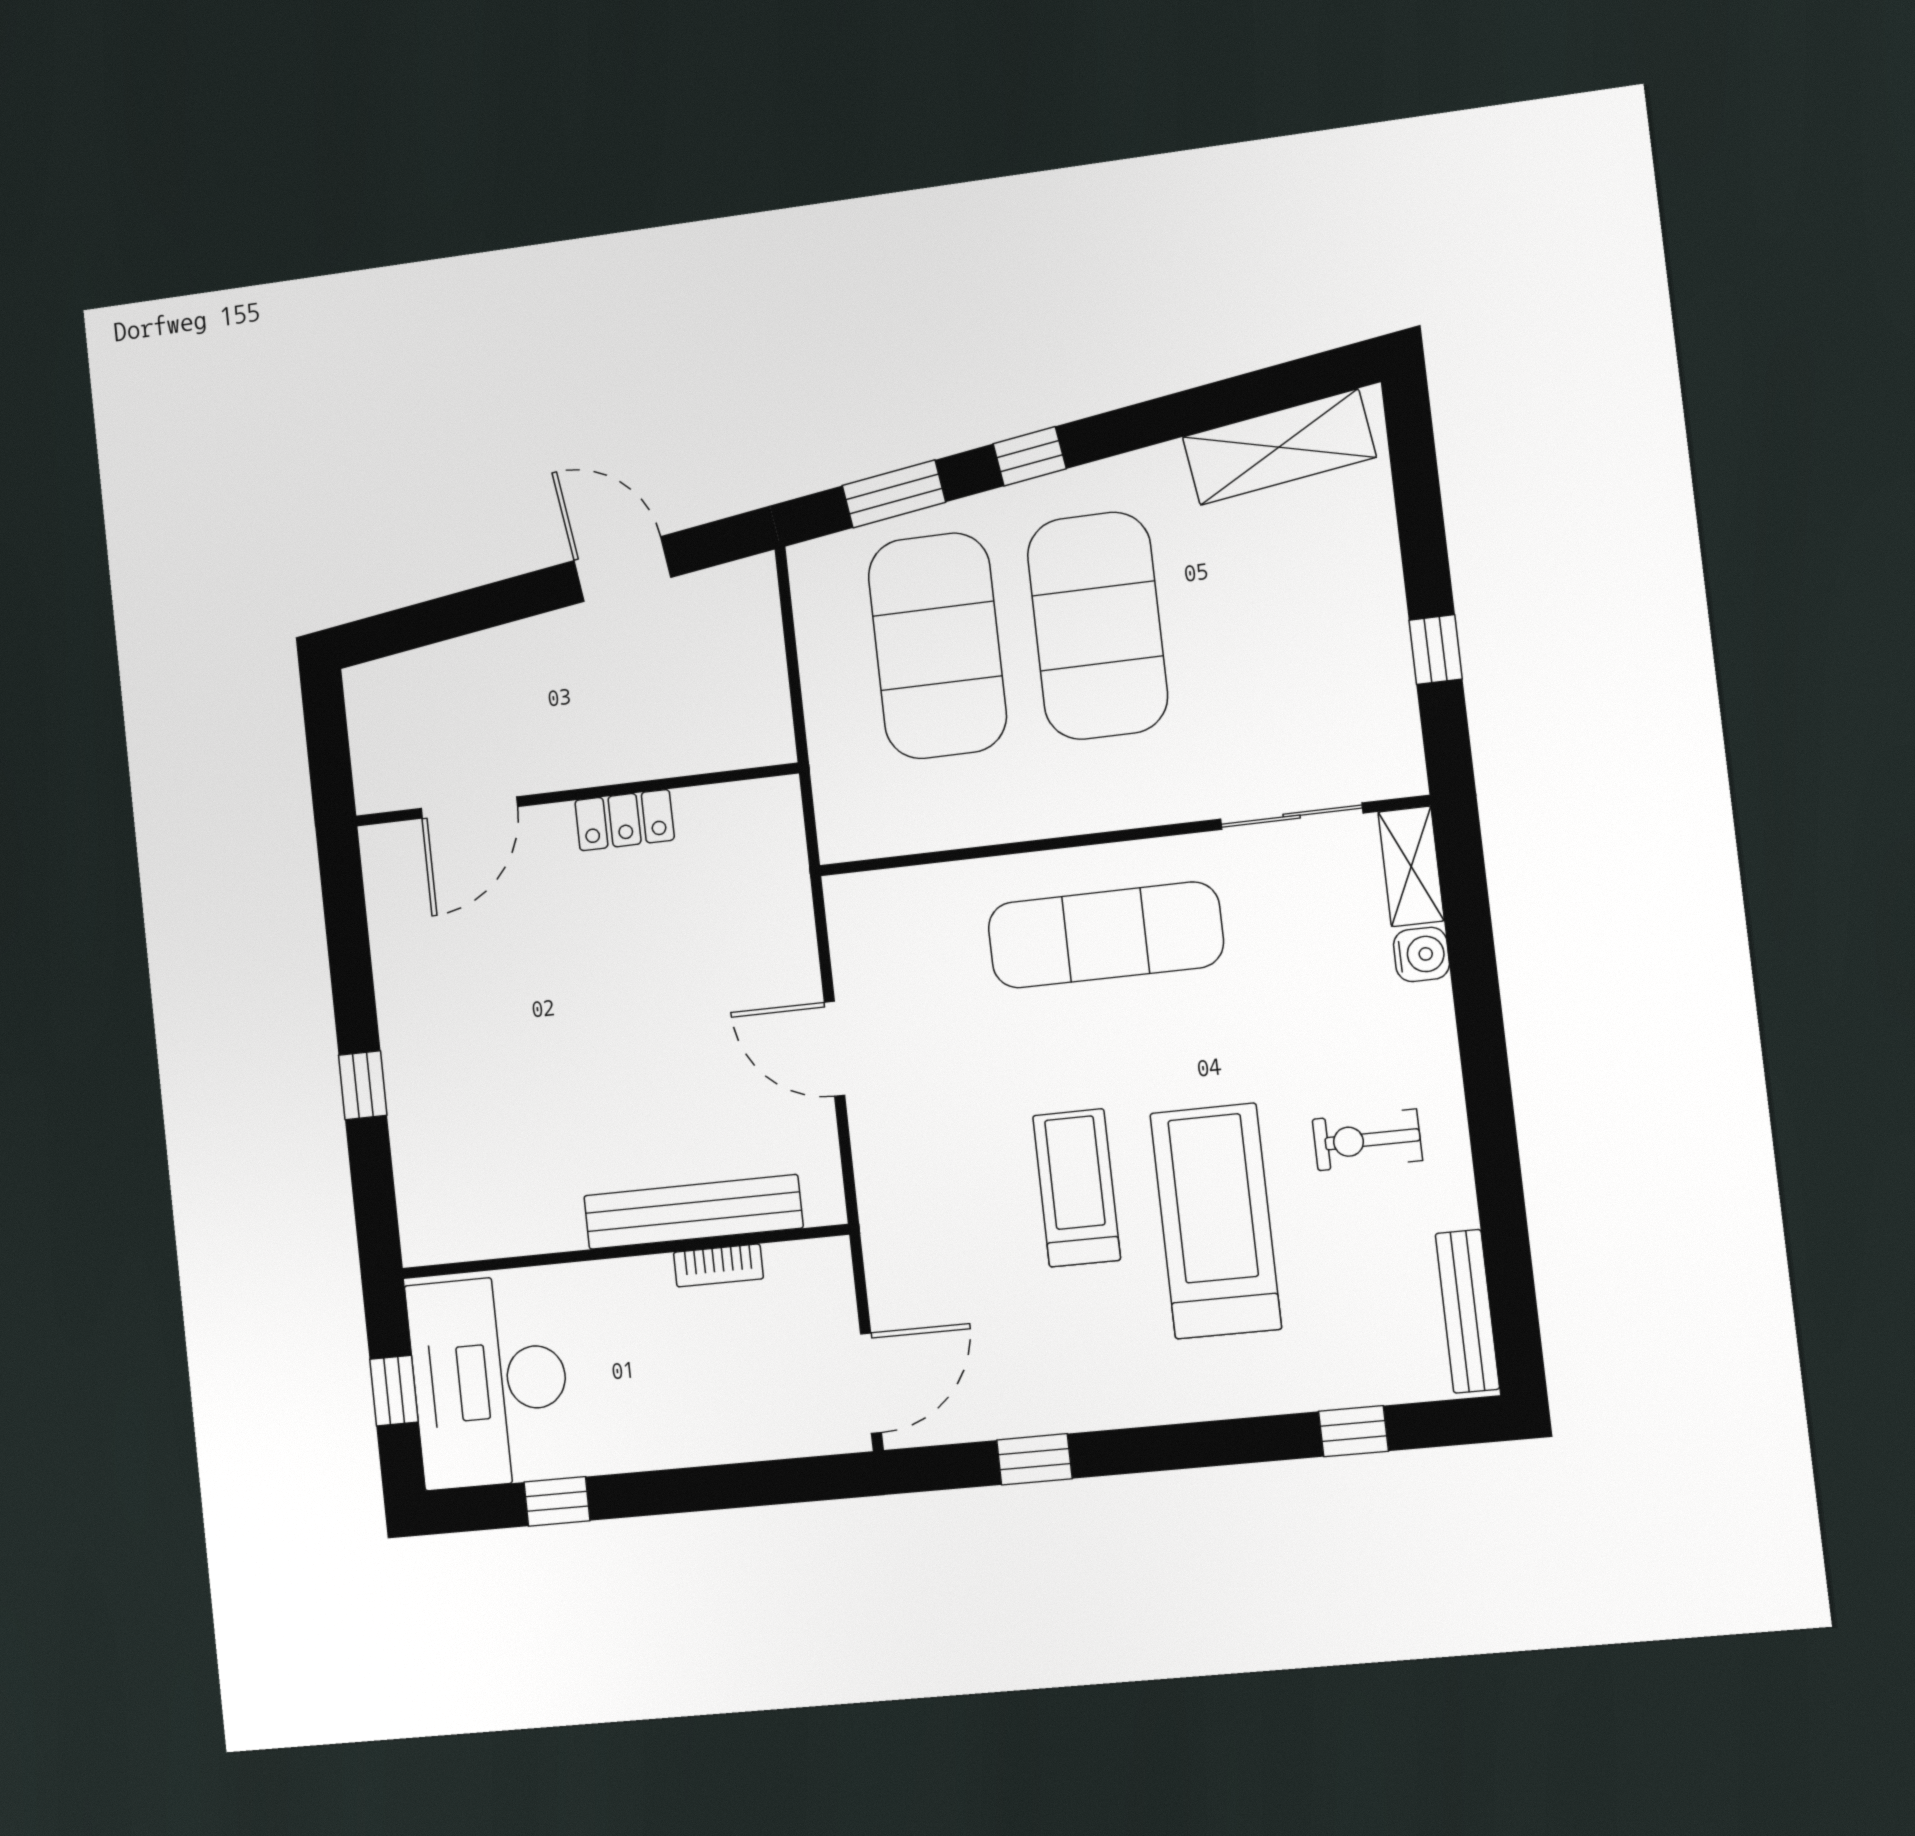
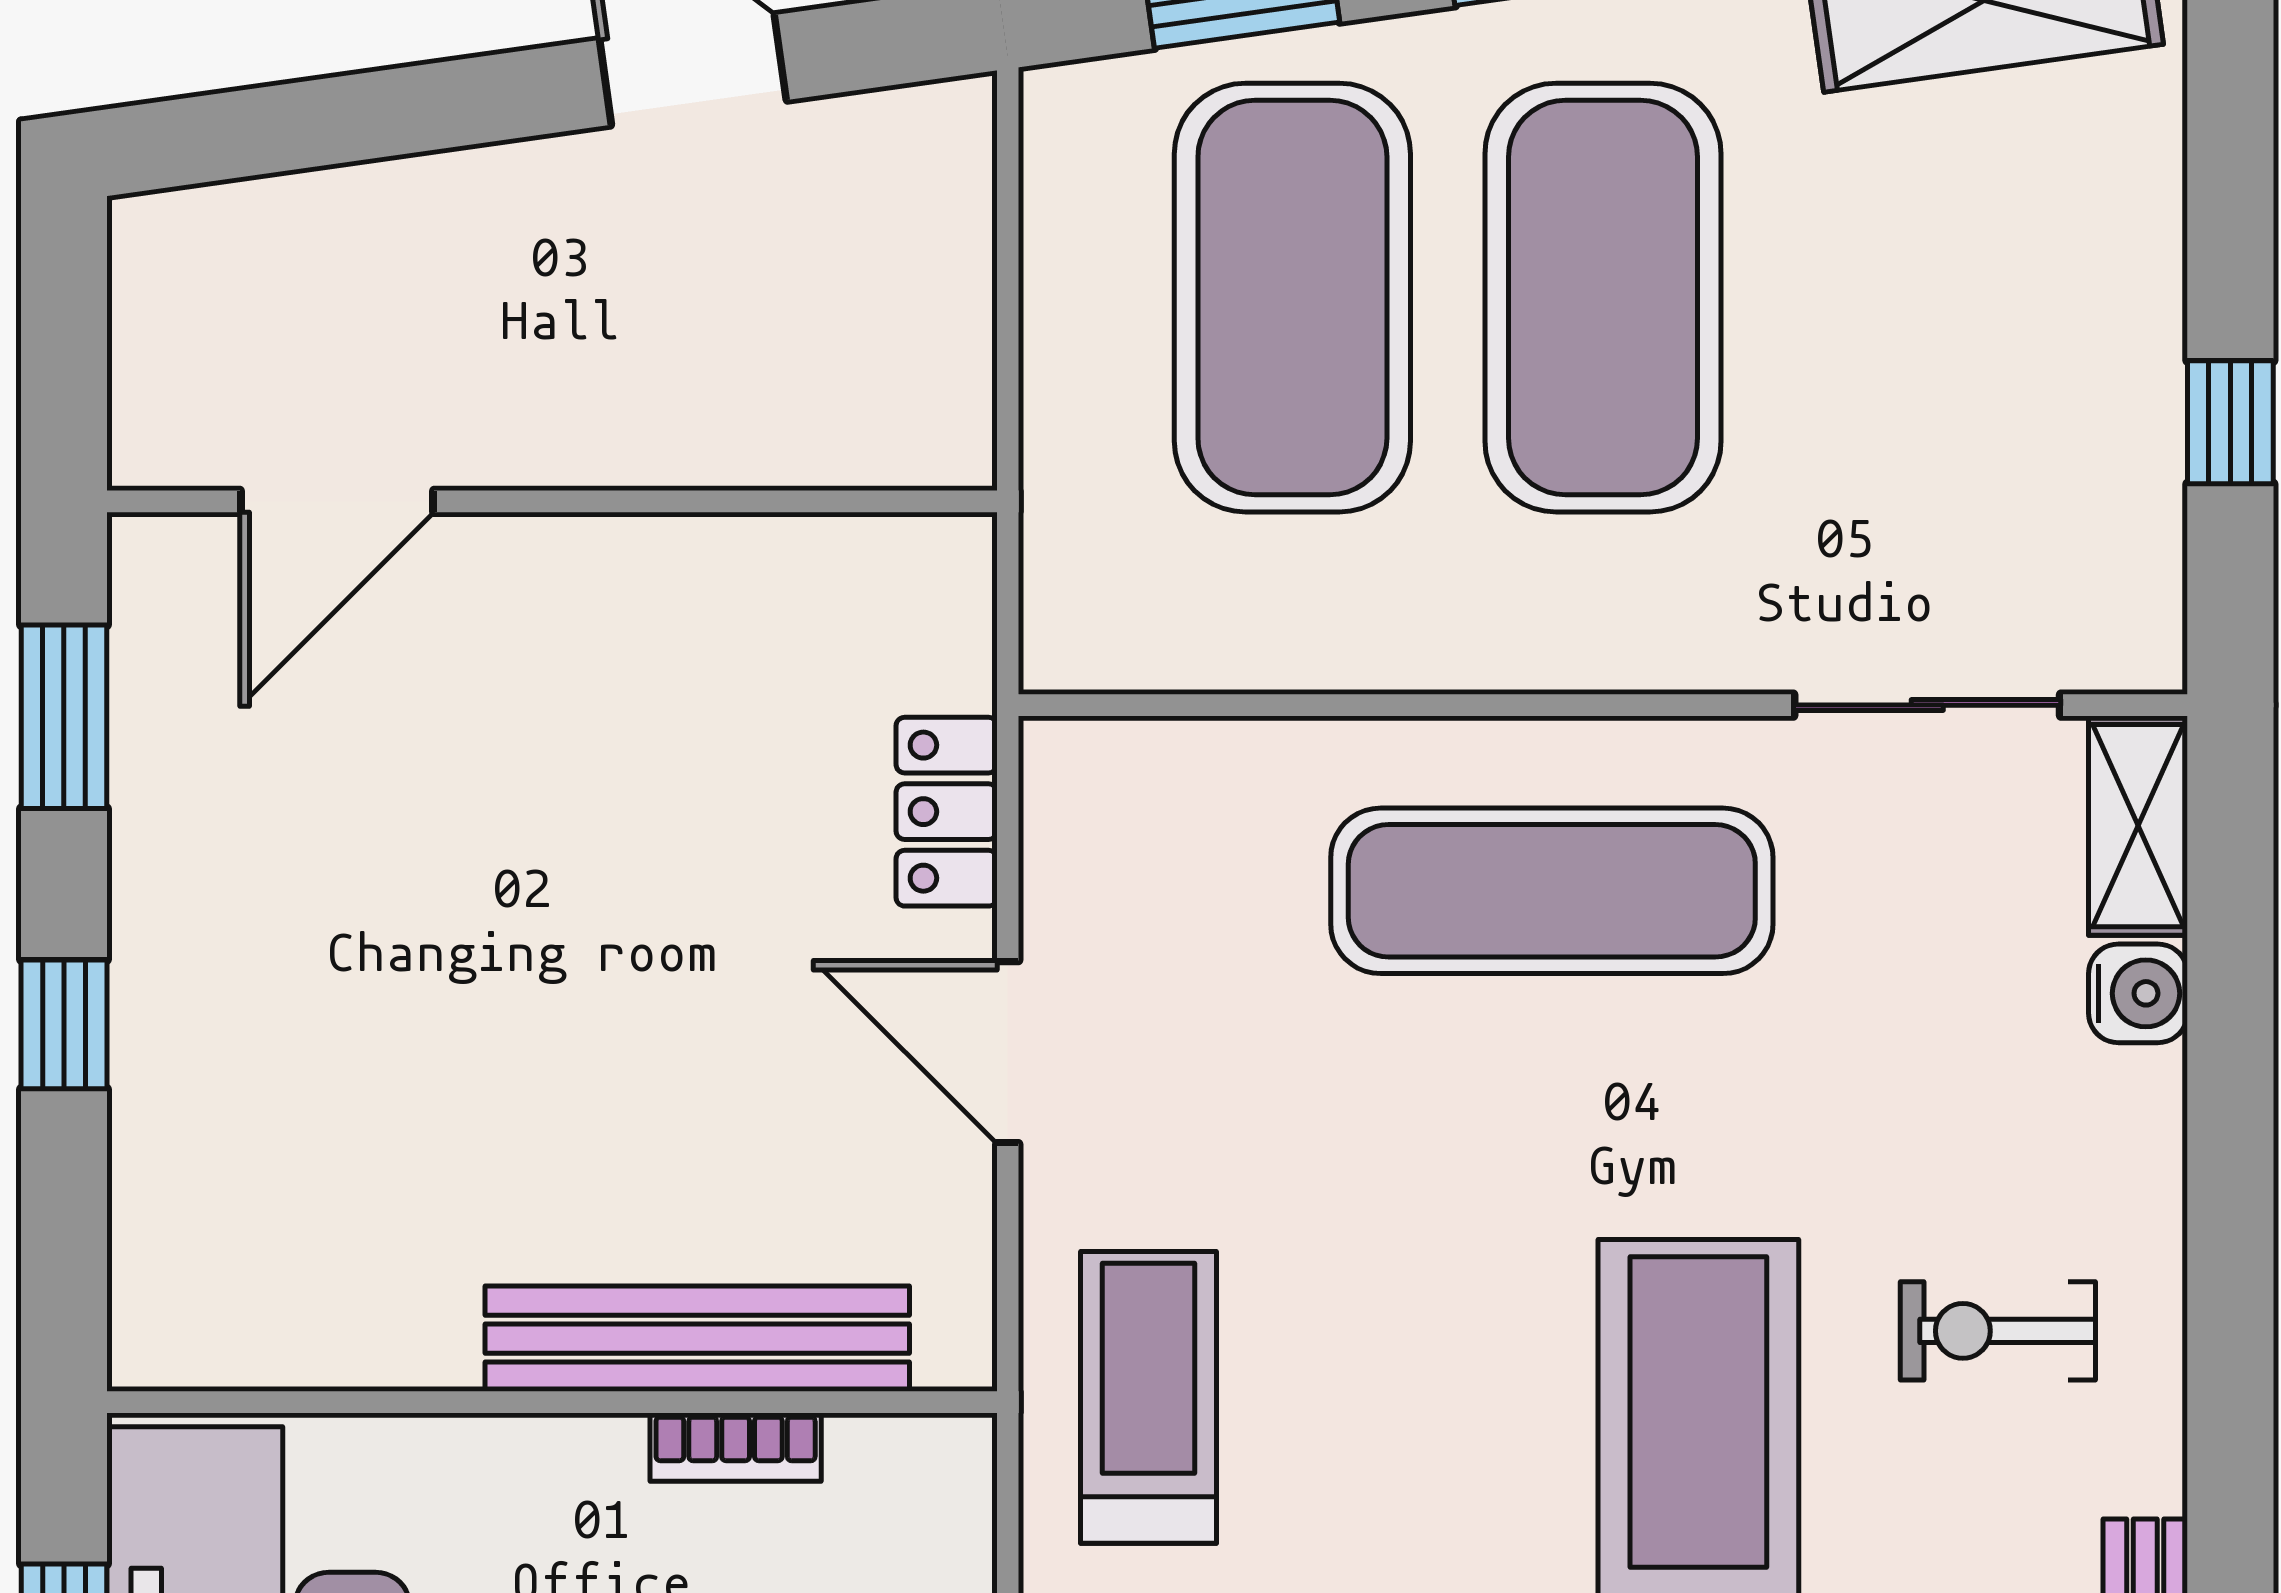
locker: (625, 820) -> (947, 812), moved, turned 90
window: (347, 931) -> (64, 717), added
treadmill: (1077, 1188) -> (1149, 1397), moved

